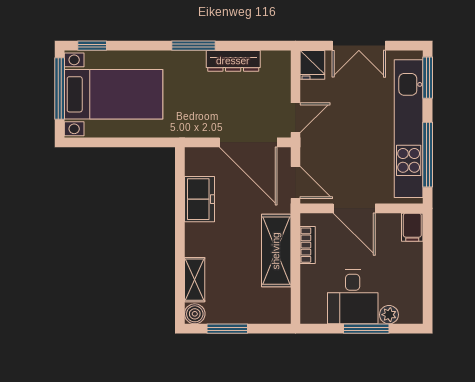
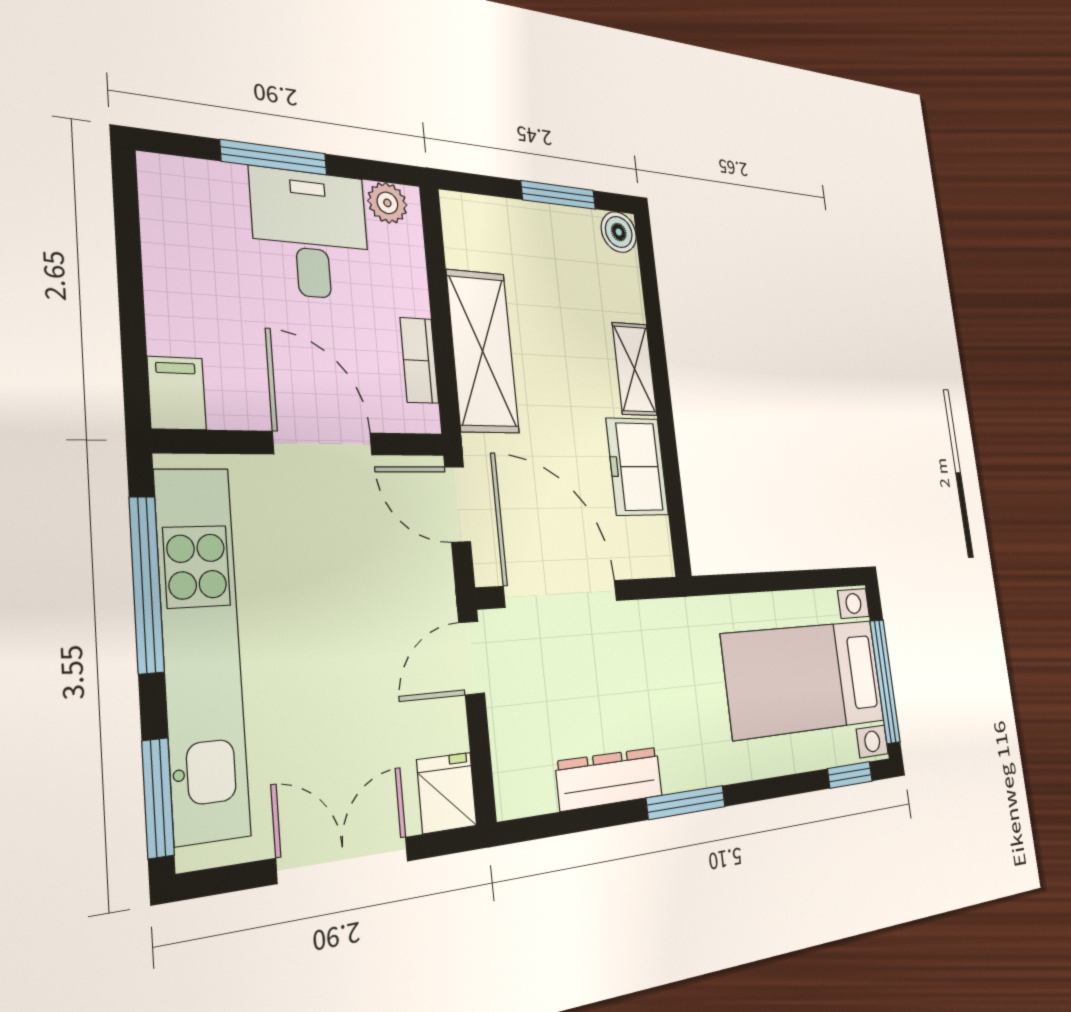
shelving: (195, 280) -> (635, 369), moved
plant: (389, 315) -> (387, 203), moved

